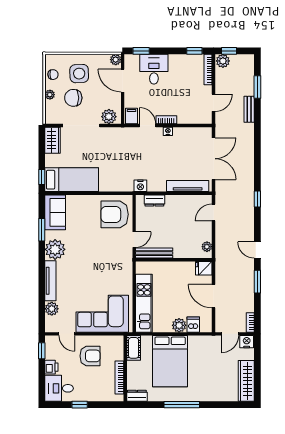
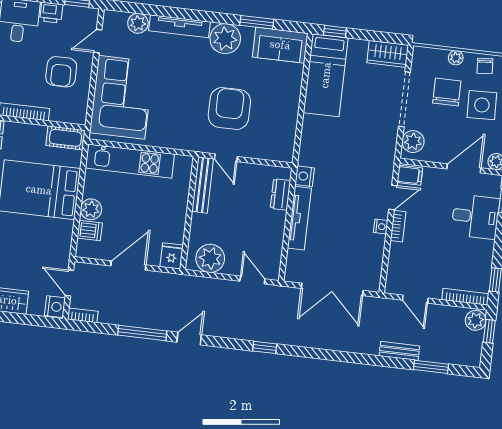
tv unit: (188, 186) -> (299, 218), moved
armchair: (115, 214) -> (229, 108), moved
plant: (207, 247) -> (210, 258), width x1.87, depth x1.87
window: (257, 282) -> (142, 333), width x1.44

